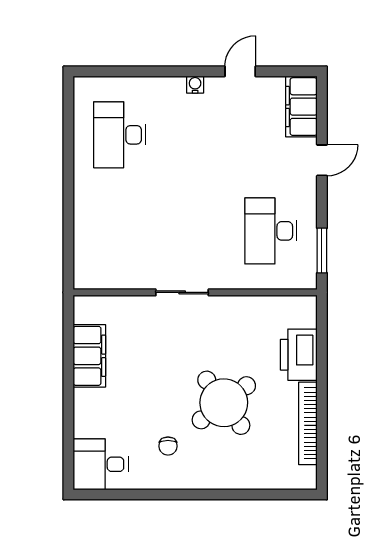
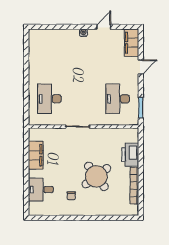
desk: (120, 135) -> (49, 99), moved
desk: (101, 464) -> (41, 190), moved

